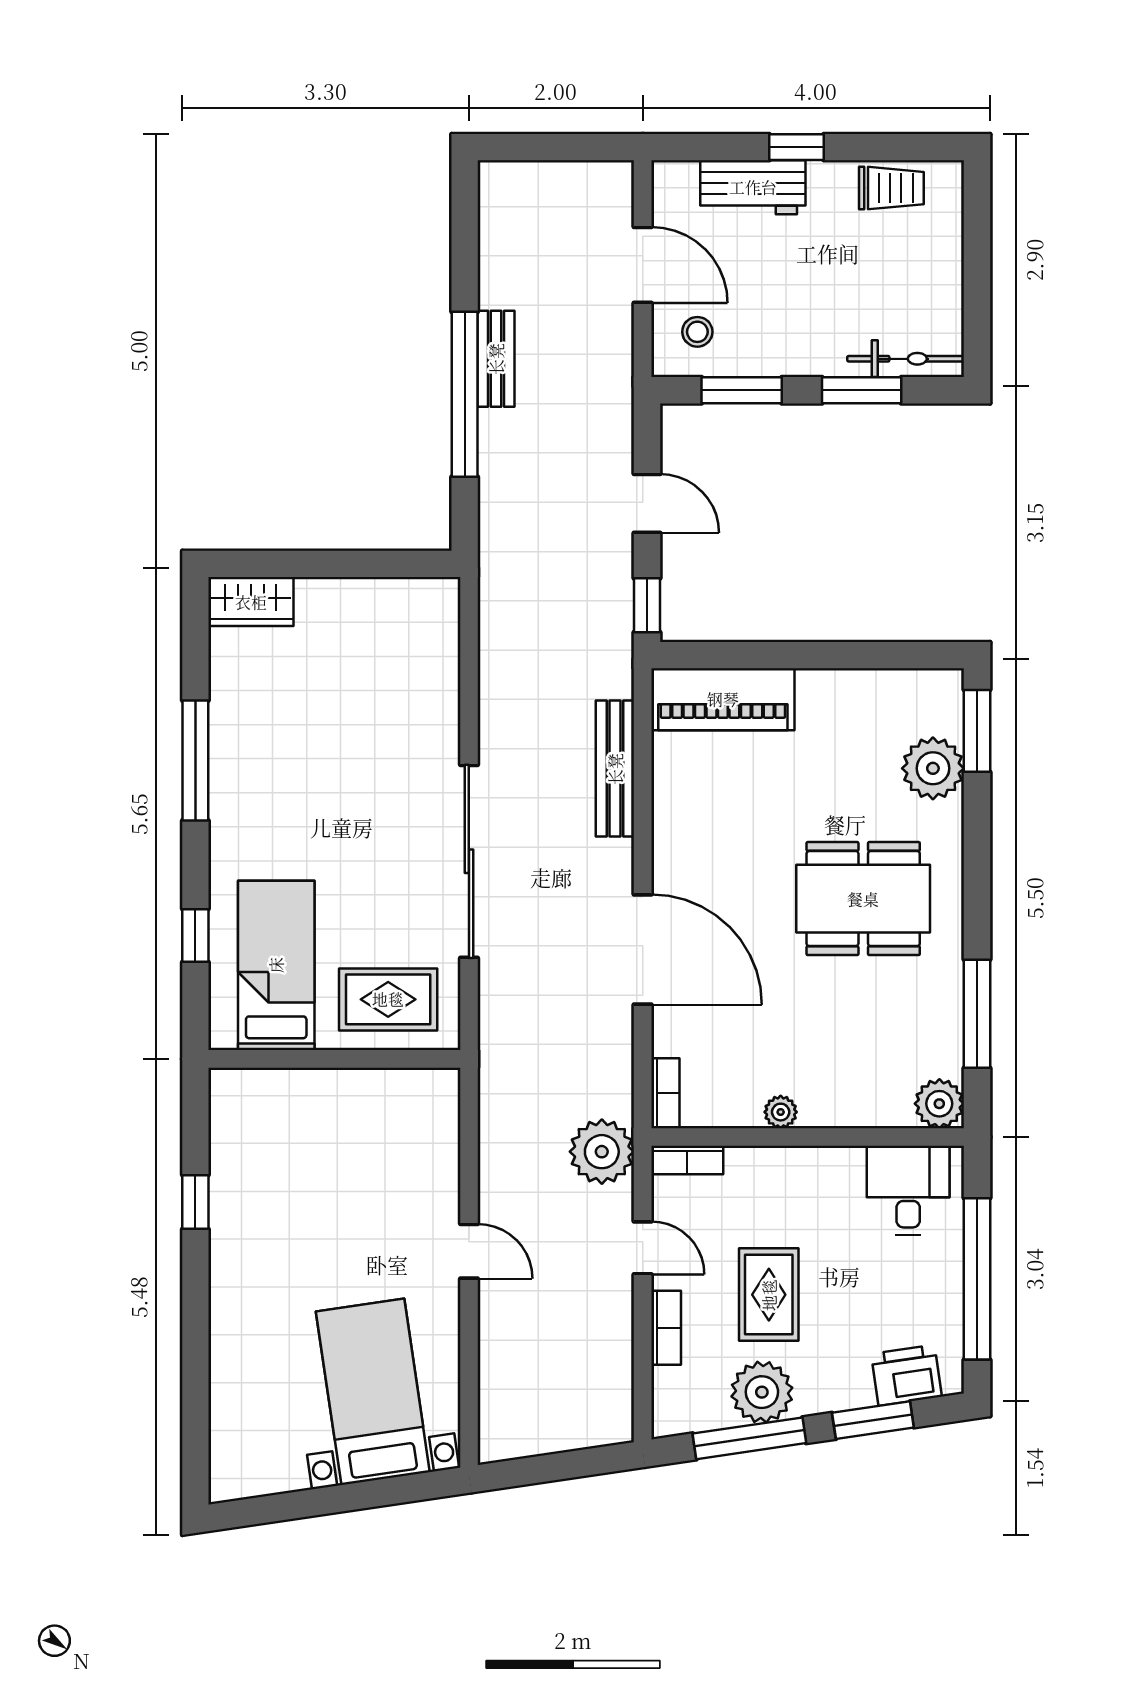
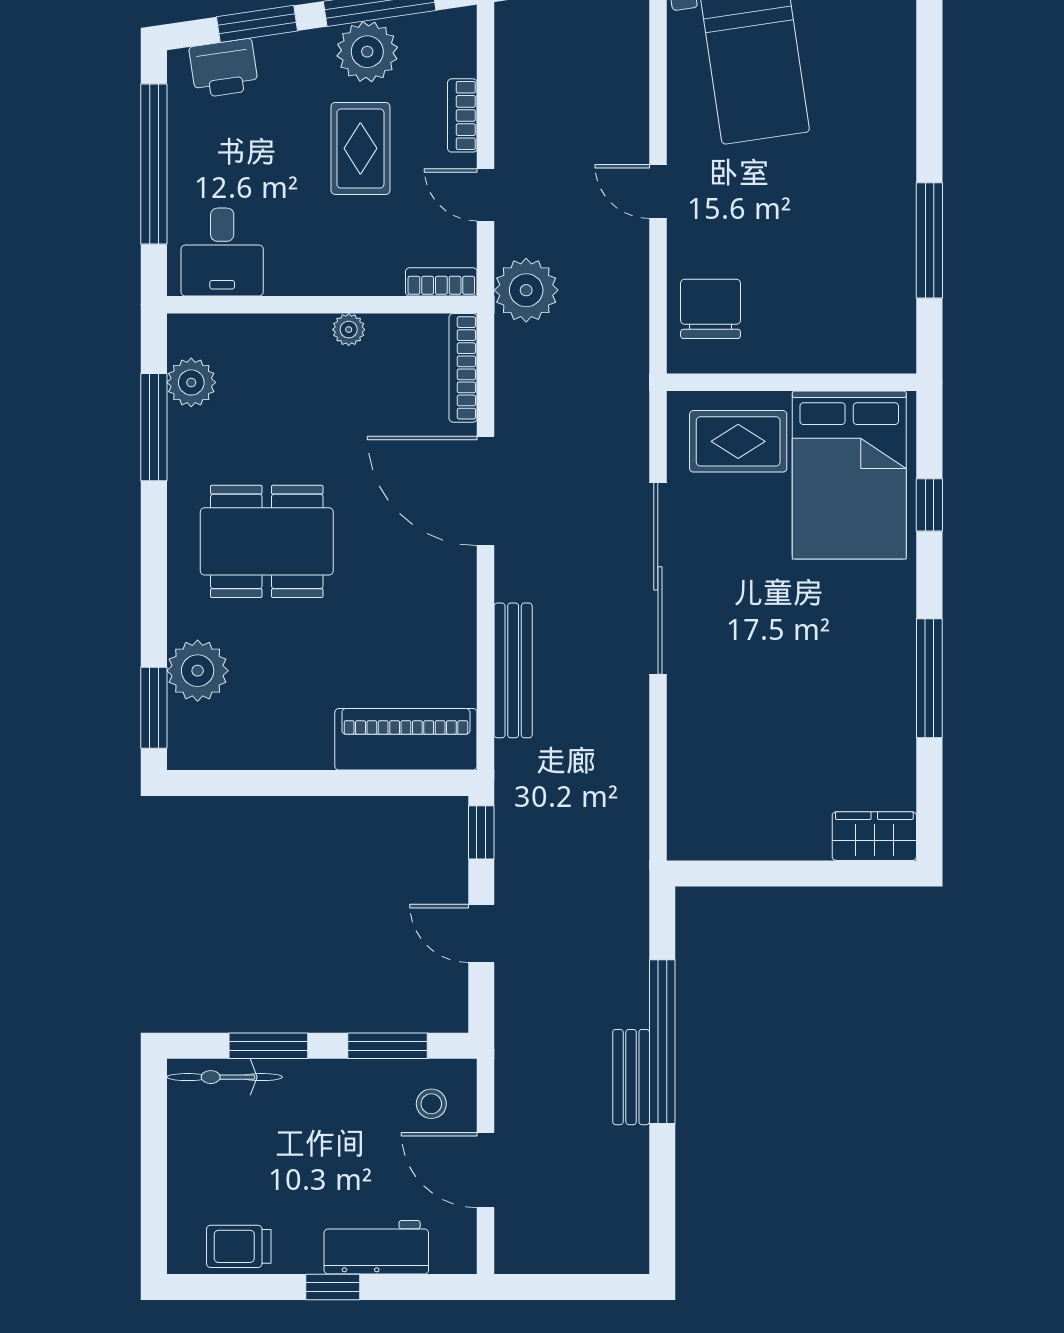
bed: (276, 965) -> (849, 475), width x1.50
bookcase: (665, 1093) -> (463, 368), width x1.56
plant: (939, 1104) -> (191, 382), moved
chair: (416, 1133) -> (711, 309), added
window: (195, 1202) -> (929, 240), width x2.17

